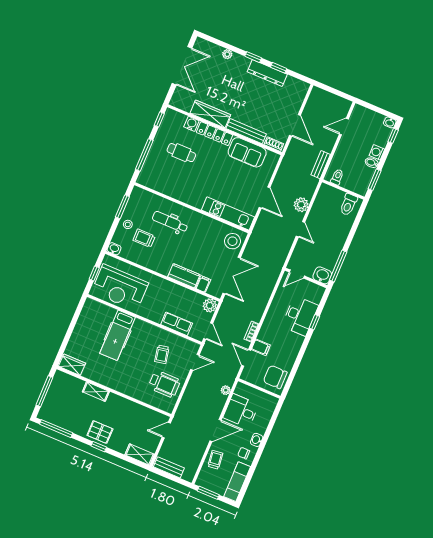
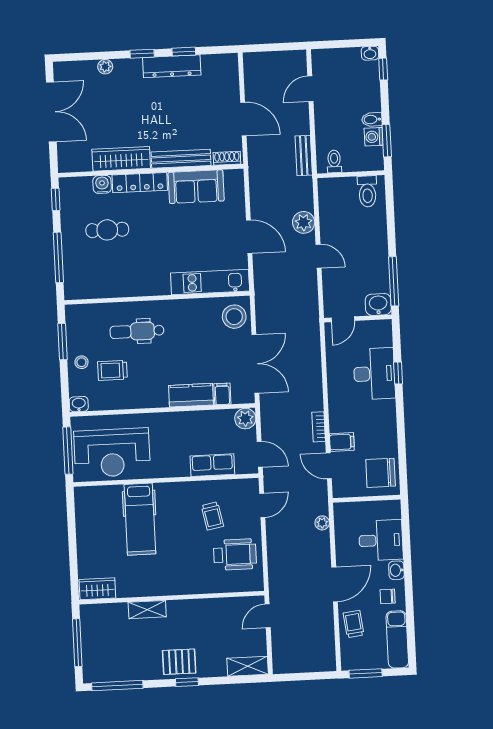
washing machine: (377, 152) -> (374, 137), moved
window: (94, 273) -> (68, 451), width x2.17
desk: (241, 411) -> (381, 540), moved, turned 180
bench: (169, 467) -> (295, 665), removed

